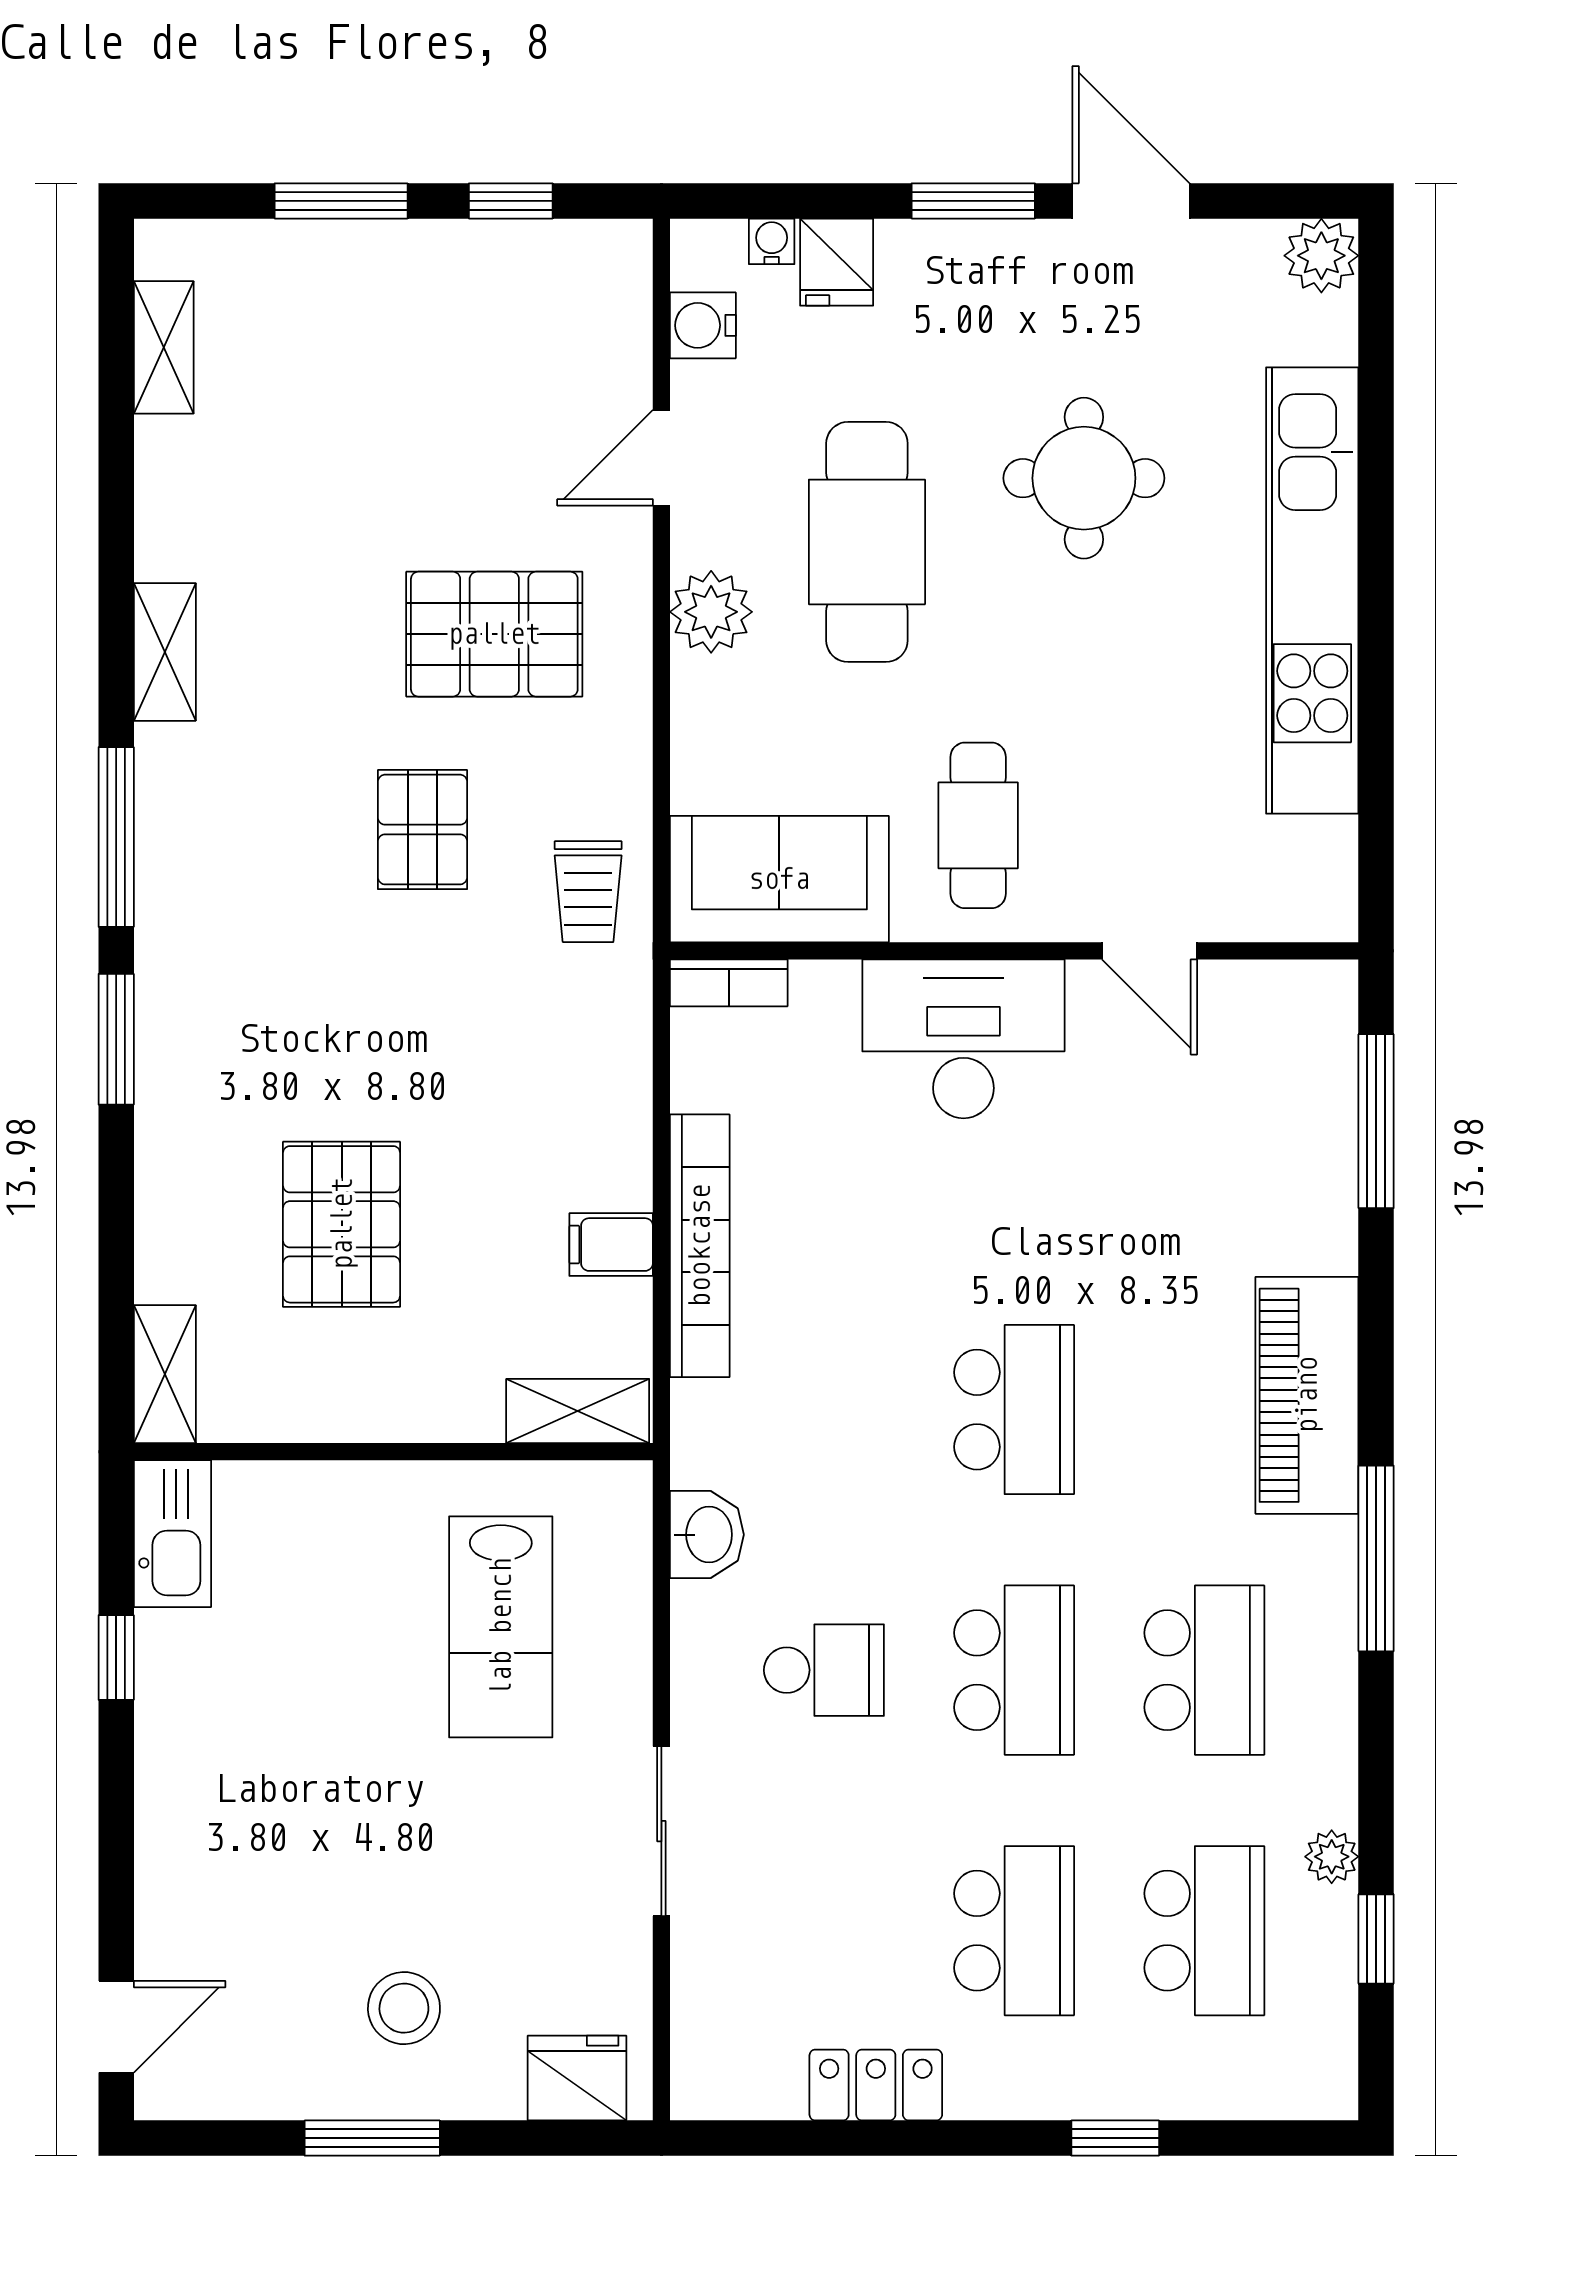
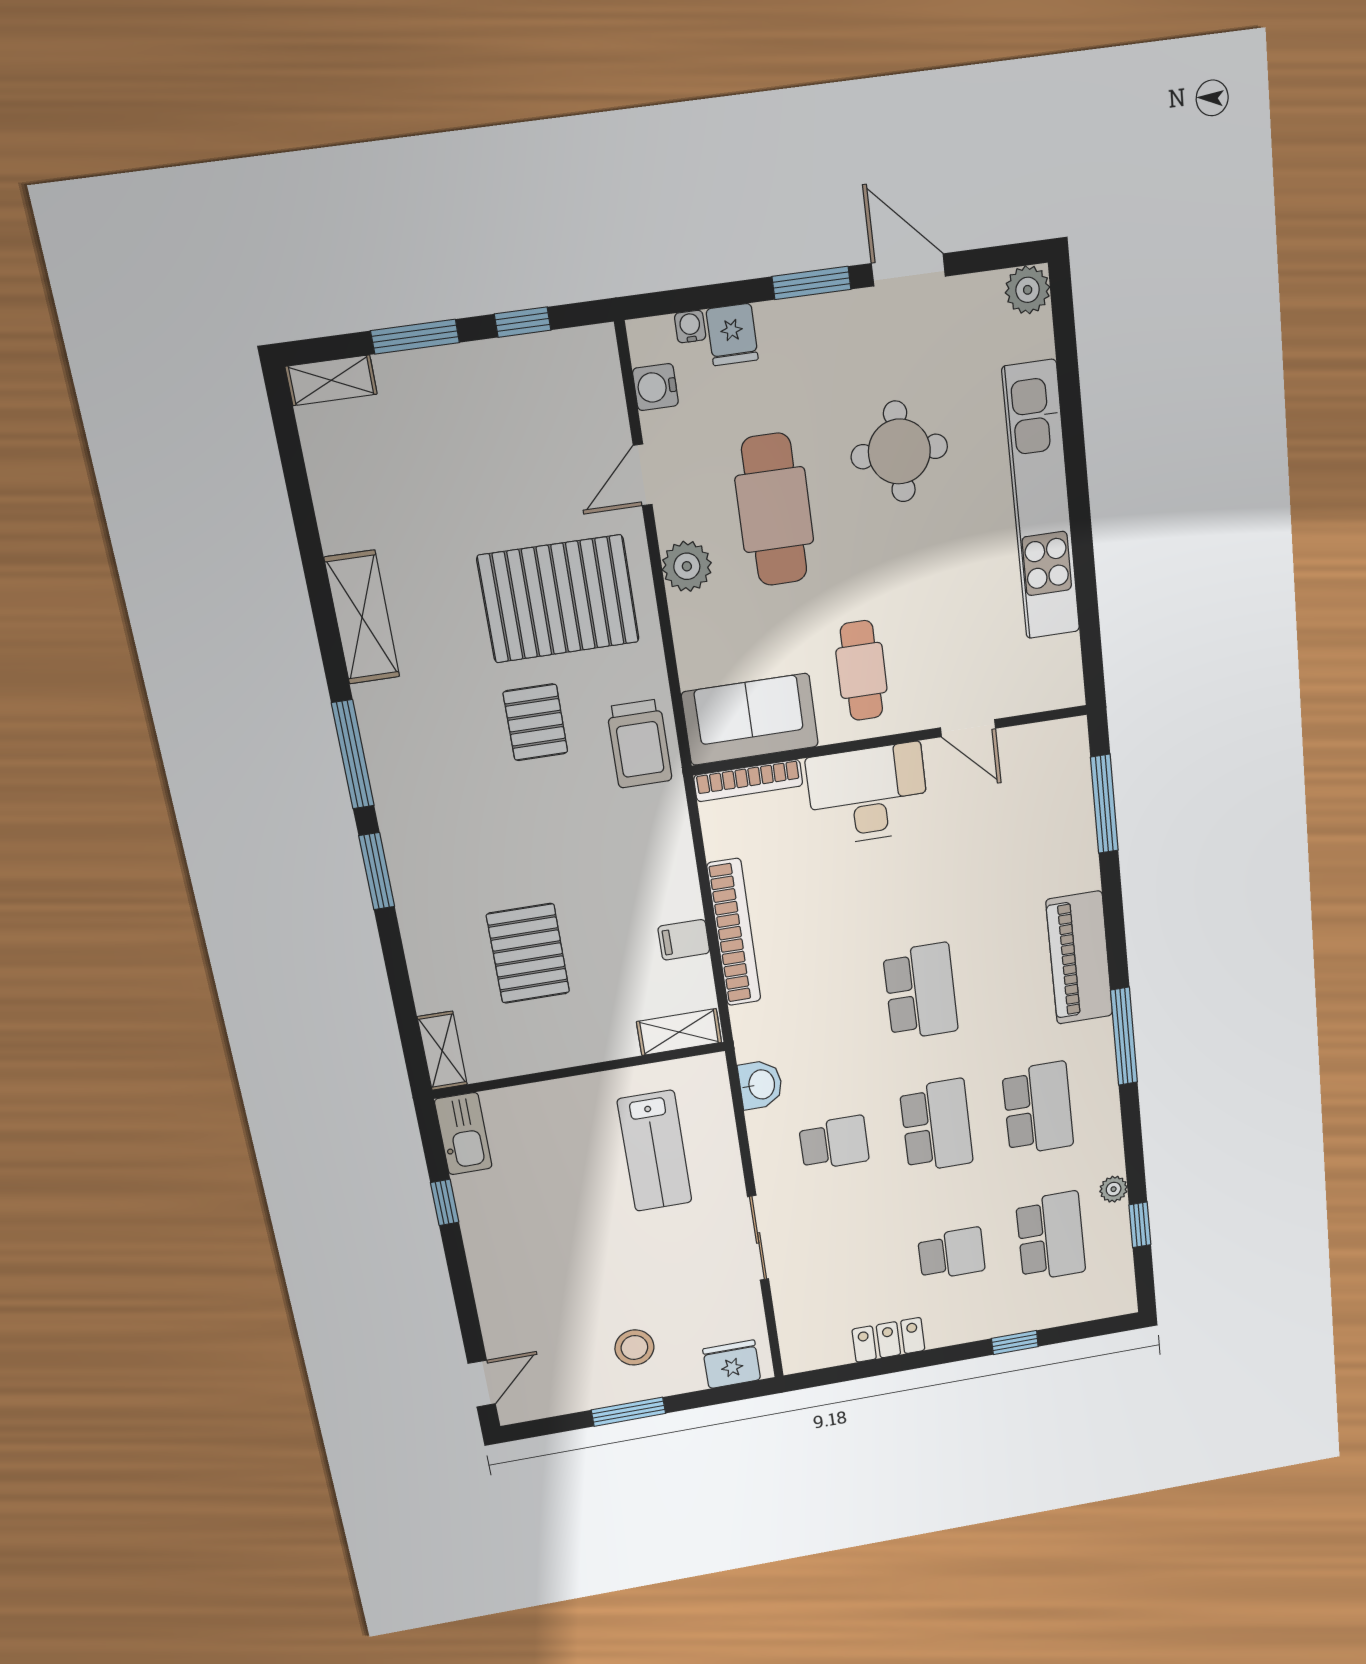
shelving: (164, 347) -> (331, 380), moved, turned 90
pallet: (494, 634) -> (558, 599), width x1.37, depth x1.41
shelving: (165, 652) -> (362, 617), width x1.50, depth x1.33
trolley: (588, 892) -> (639, 744), width x1.36, depth x1.39
bookcase: (729, 983) -> (748, 781), width x1.56
school desk: (1014, 1931) -> (952, 1254), width x0.54

